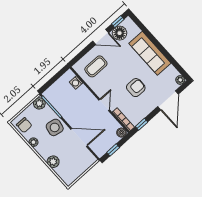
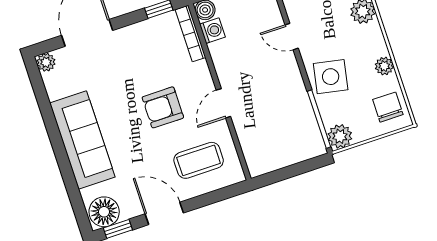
floor lamp: (120, 33) -> (104, 212), moved
washing machine: (76, 82) -> (212, 31), moved
armchair: (136, 88) -> (163, 107), moved
door: (104, 105) -> (223, 103), moved
door: (79, 137) -> (292, 37), width x0.53

